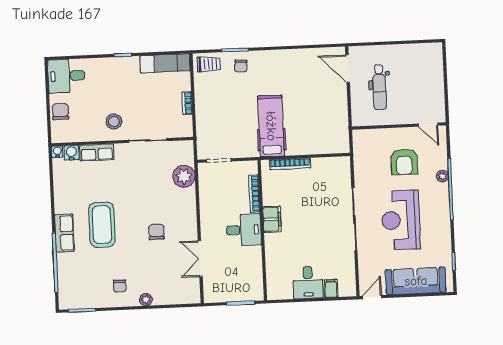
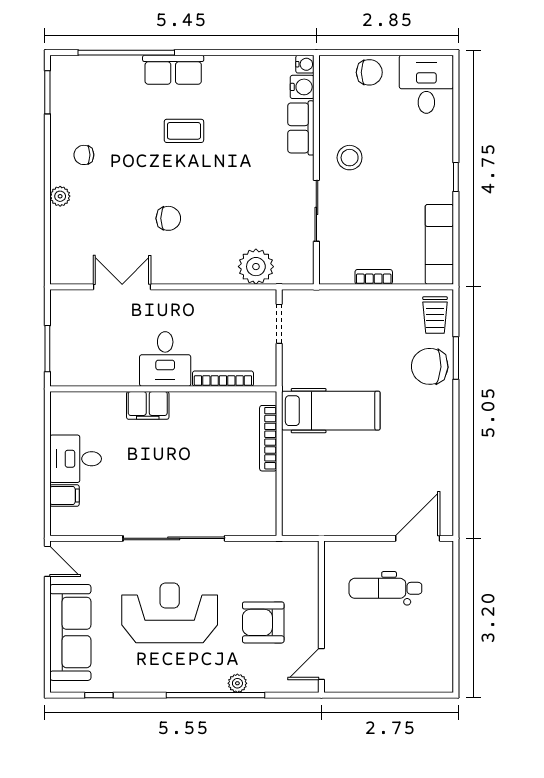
chair: (241, 66) -> (430, 366), width x1.87, depth x1.87
filing cabinet: (272, 219) -> (148, 405), moved
coffee table: (102, 225) -> (184, 131), width x0.54, depth x0.58

